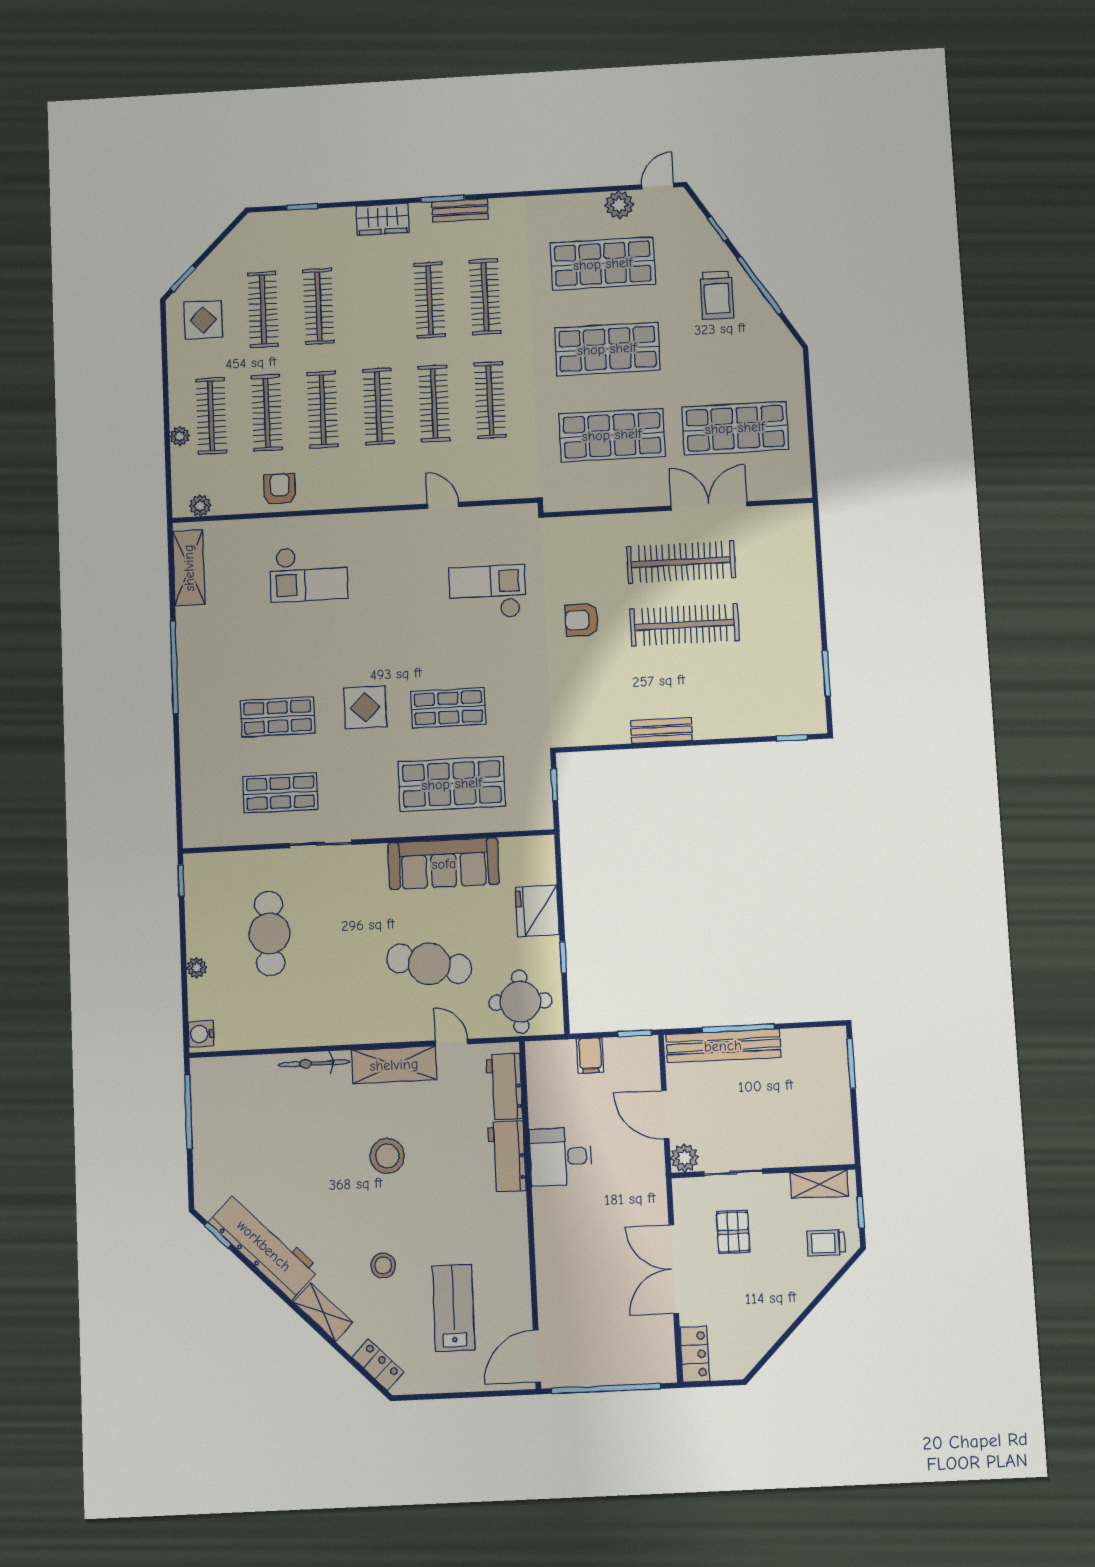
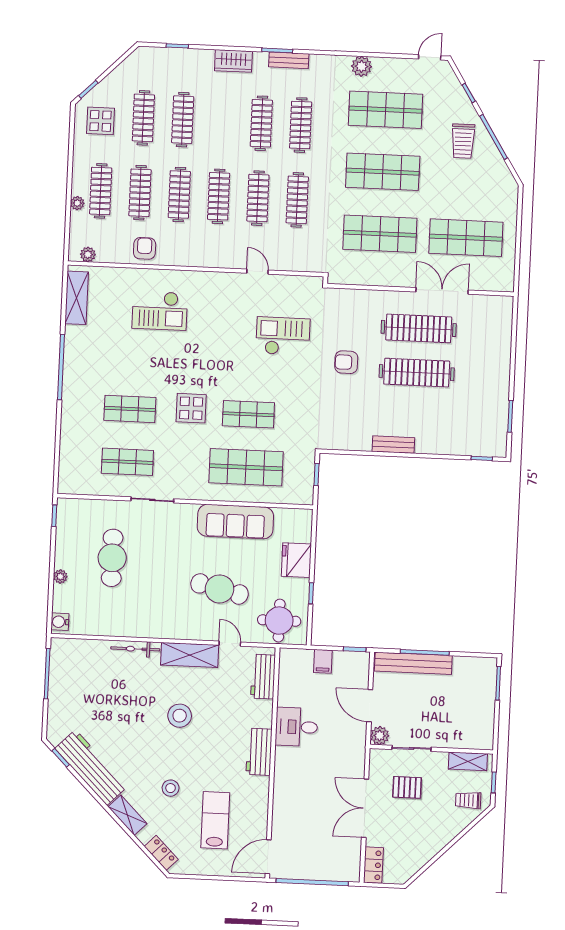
plant: (619, 205) -> (362, 66), moved
workbench: (507, 1156) -> (259, 752), moved
pallet: (733, 1232) -> (407, 787), turned 90

